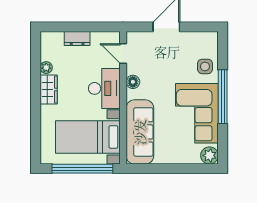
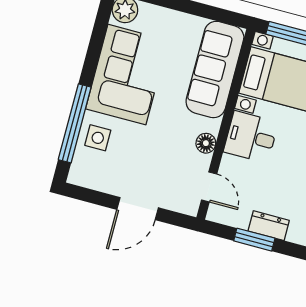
window: (84, 27) -> (254, 240), added
desk: (104, 88) -> (251, 137), width x0.73
window: (223, 97) -> (75, 123), moved

